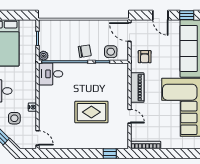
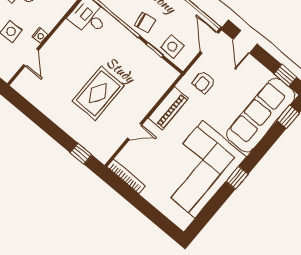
door: (160, 15) -> (245, 42), moved
rug: (91, 112) -> (98, 93), turned 90
door: (129, 116) -> (135, 131), hinge flipped
door: (38, 138) -> (31, 58), moved

